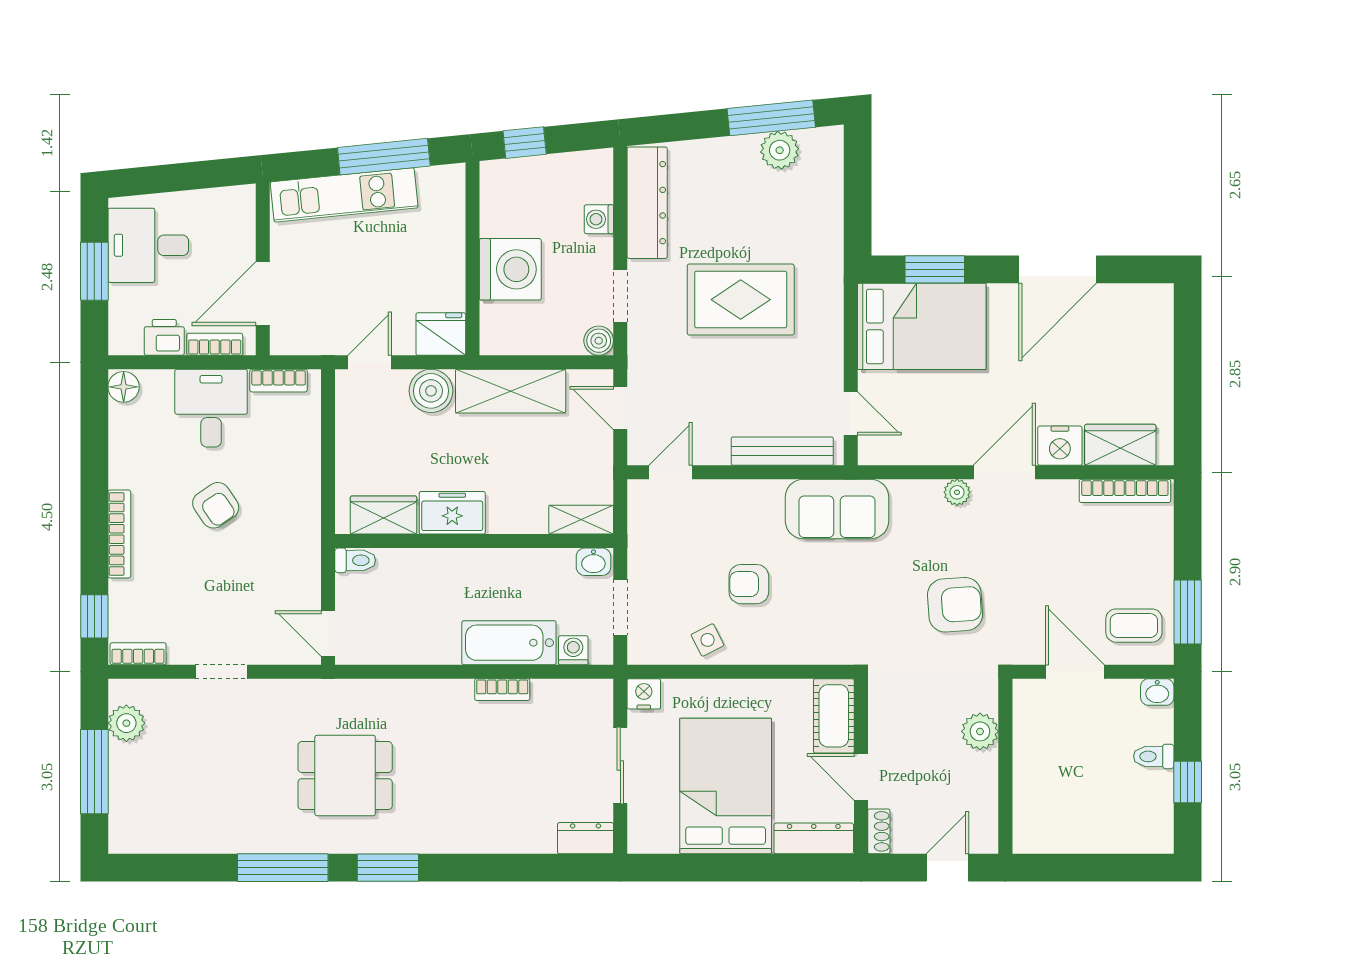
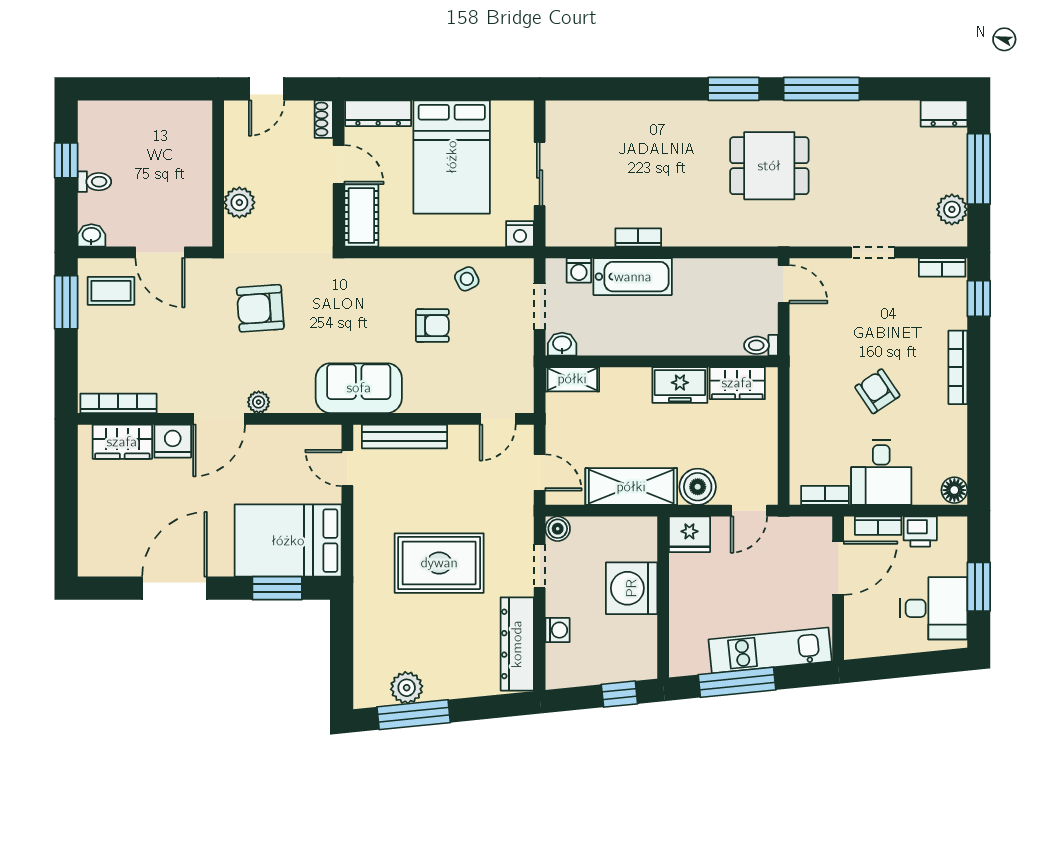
dresser: (585, 838) -> (944, 113), moved

